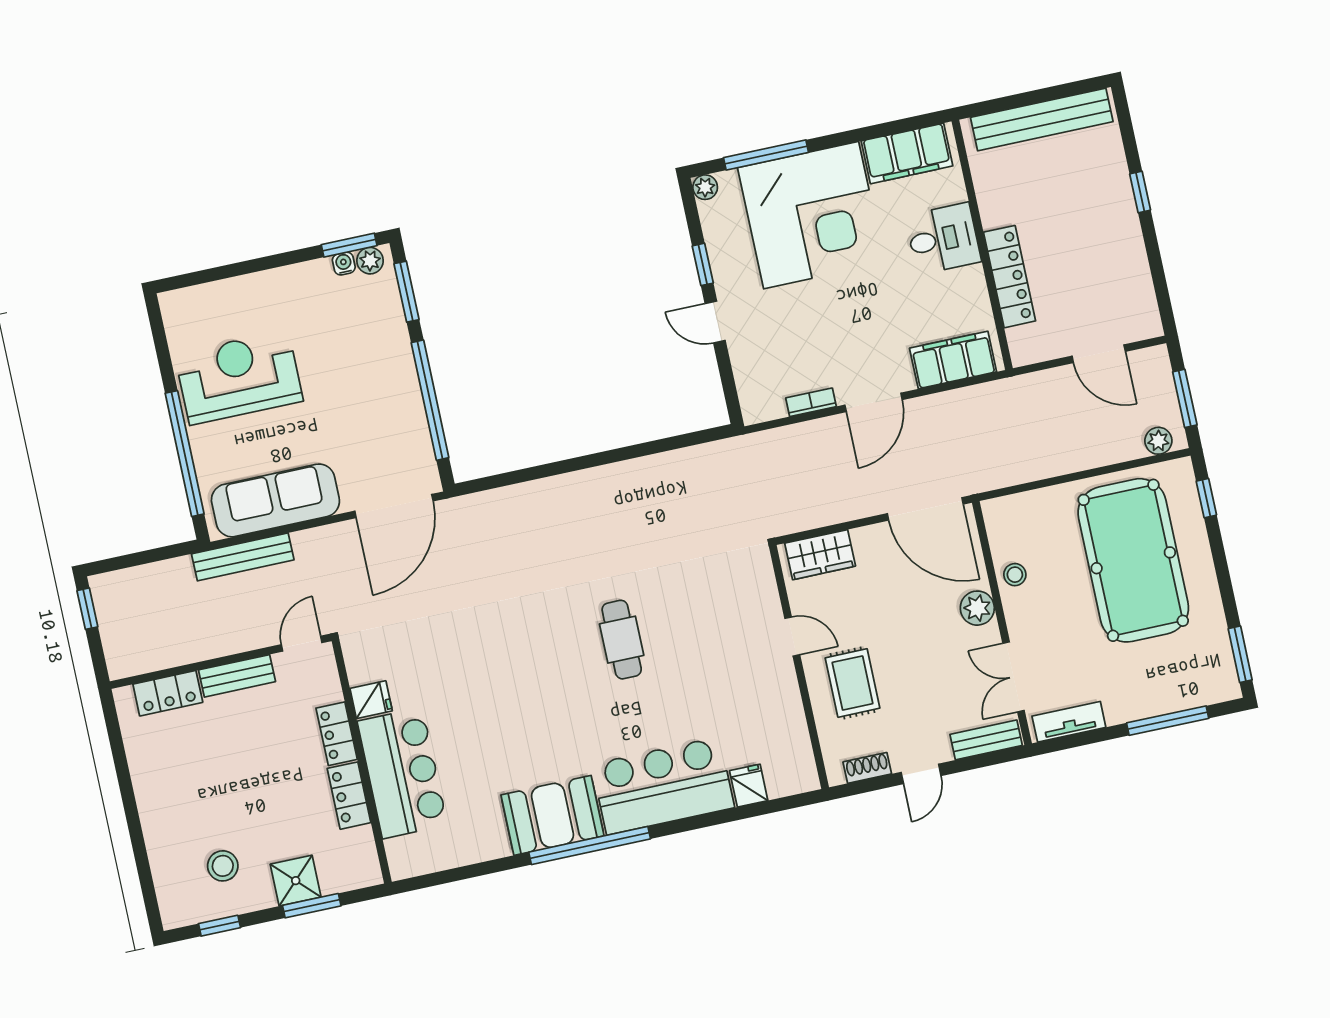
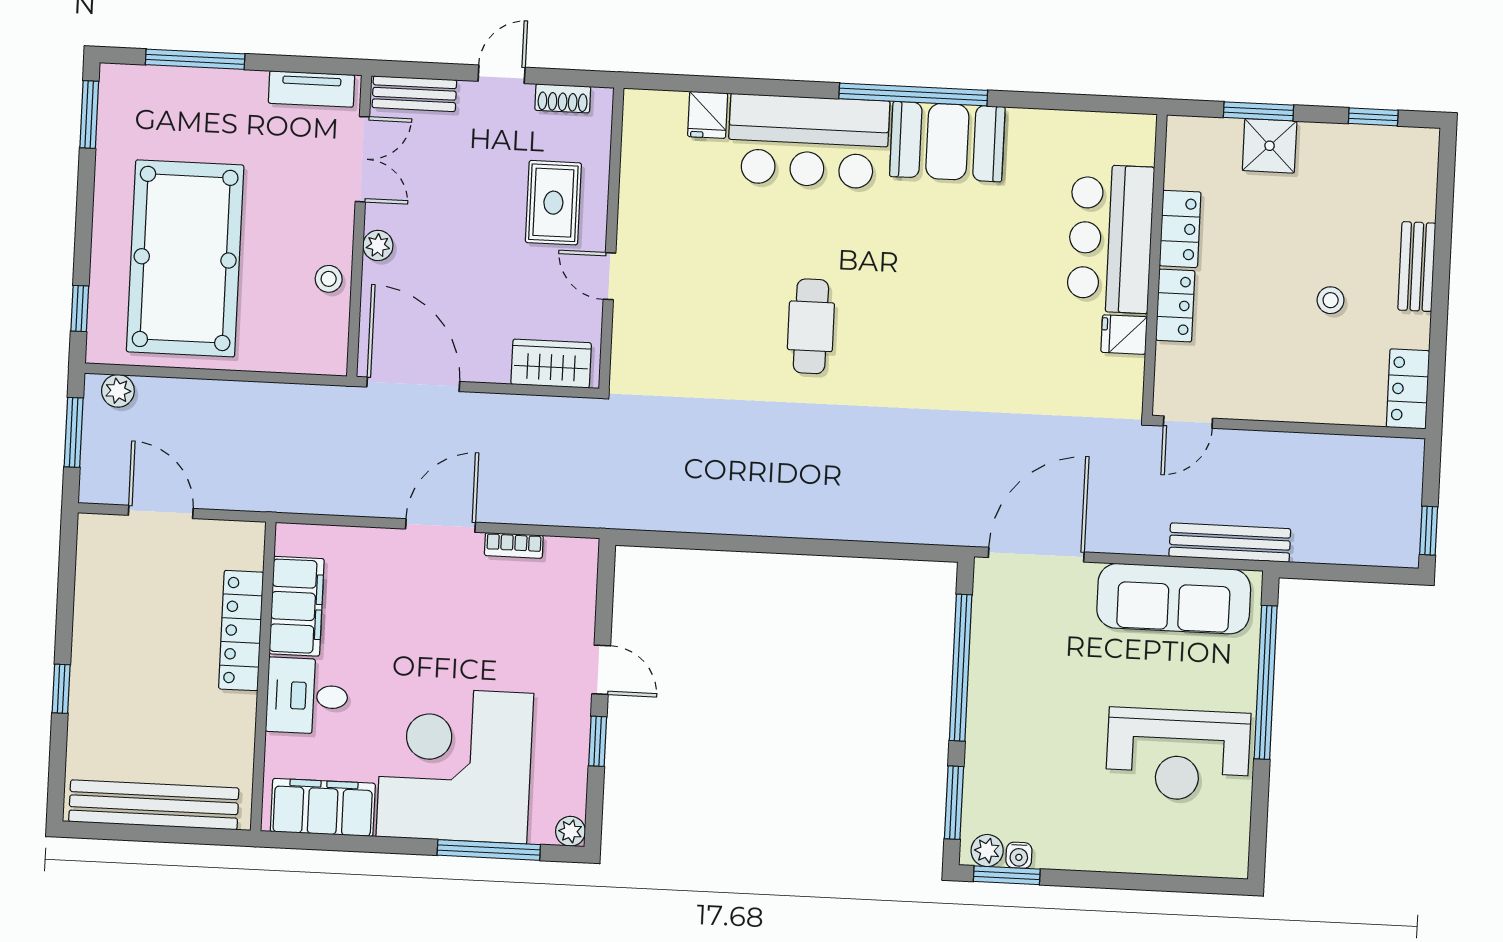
filing cabinet: (953, 360) -> (297, 606), moved, turned -90
plant: (977, 608) -> (378, 245), width x0.73, depth x0.73
bench: (237, 676) -> (1417, 267), moved, turned 90
locker: (168, 693) -> (1408, 389), moved, turned -90
stool: (223, 866) -> (1331, 300), moved, width x0.73, depth x0.73

